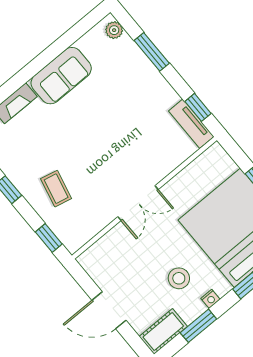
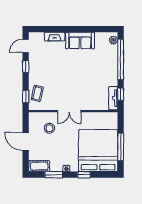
window: (152, 52) -> (121, 60), width x2.11
coffee table: (56, 189) -> (37, 93), moved
stool: (179, 278) -> (49, 128), moved

